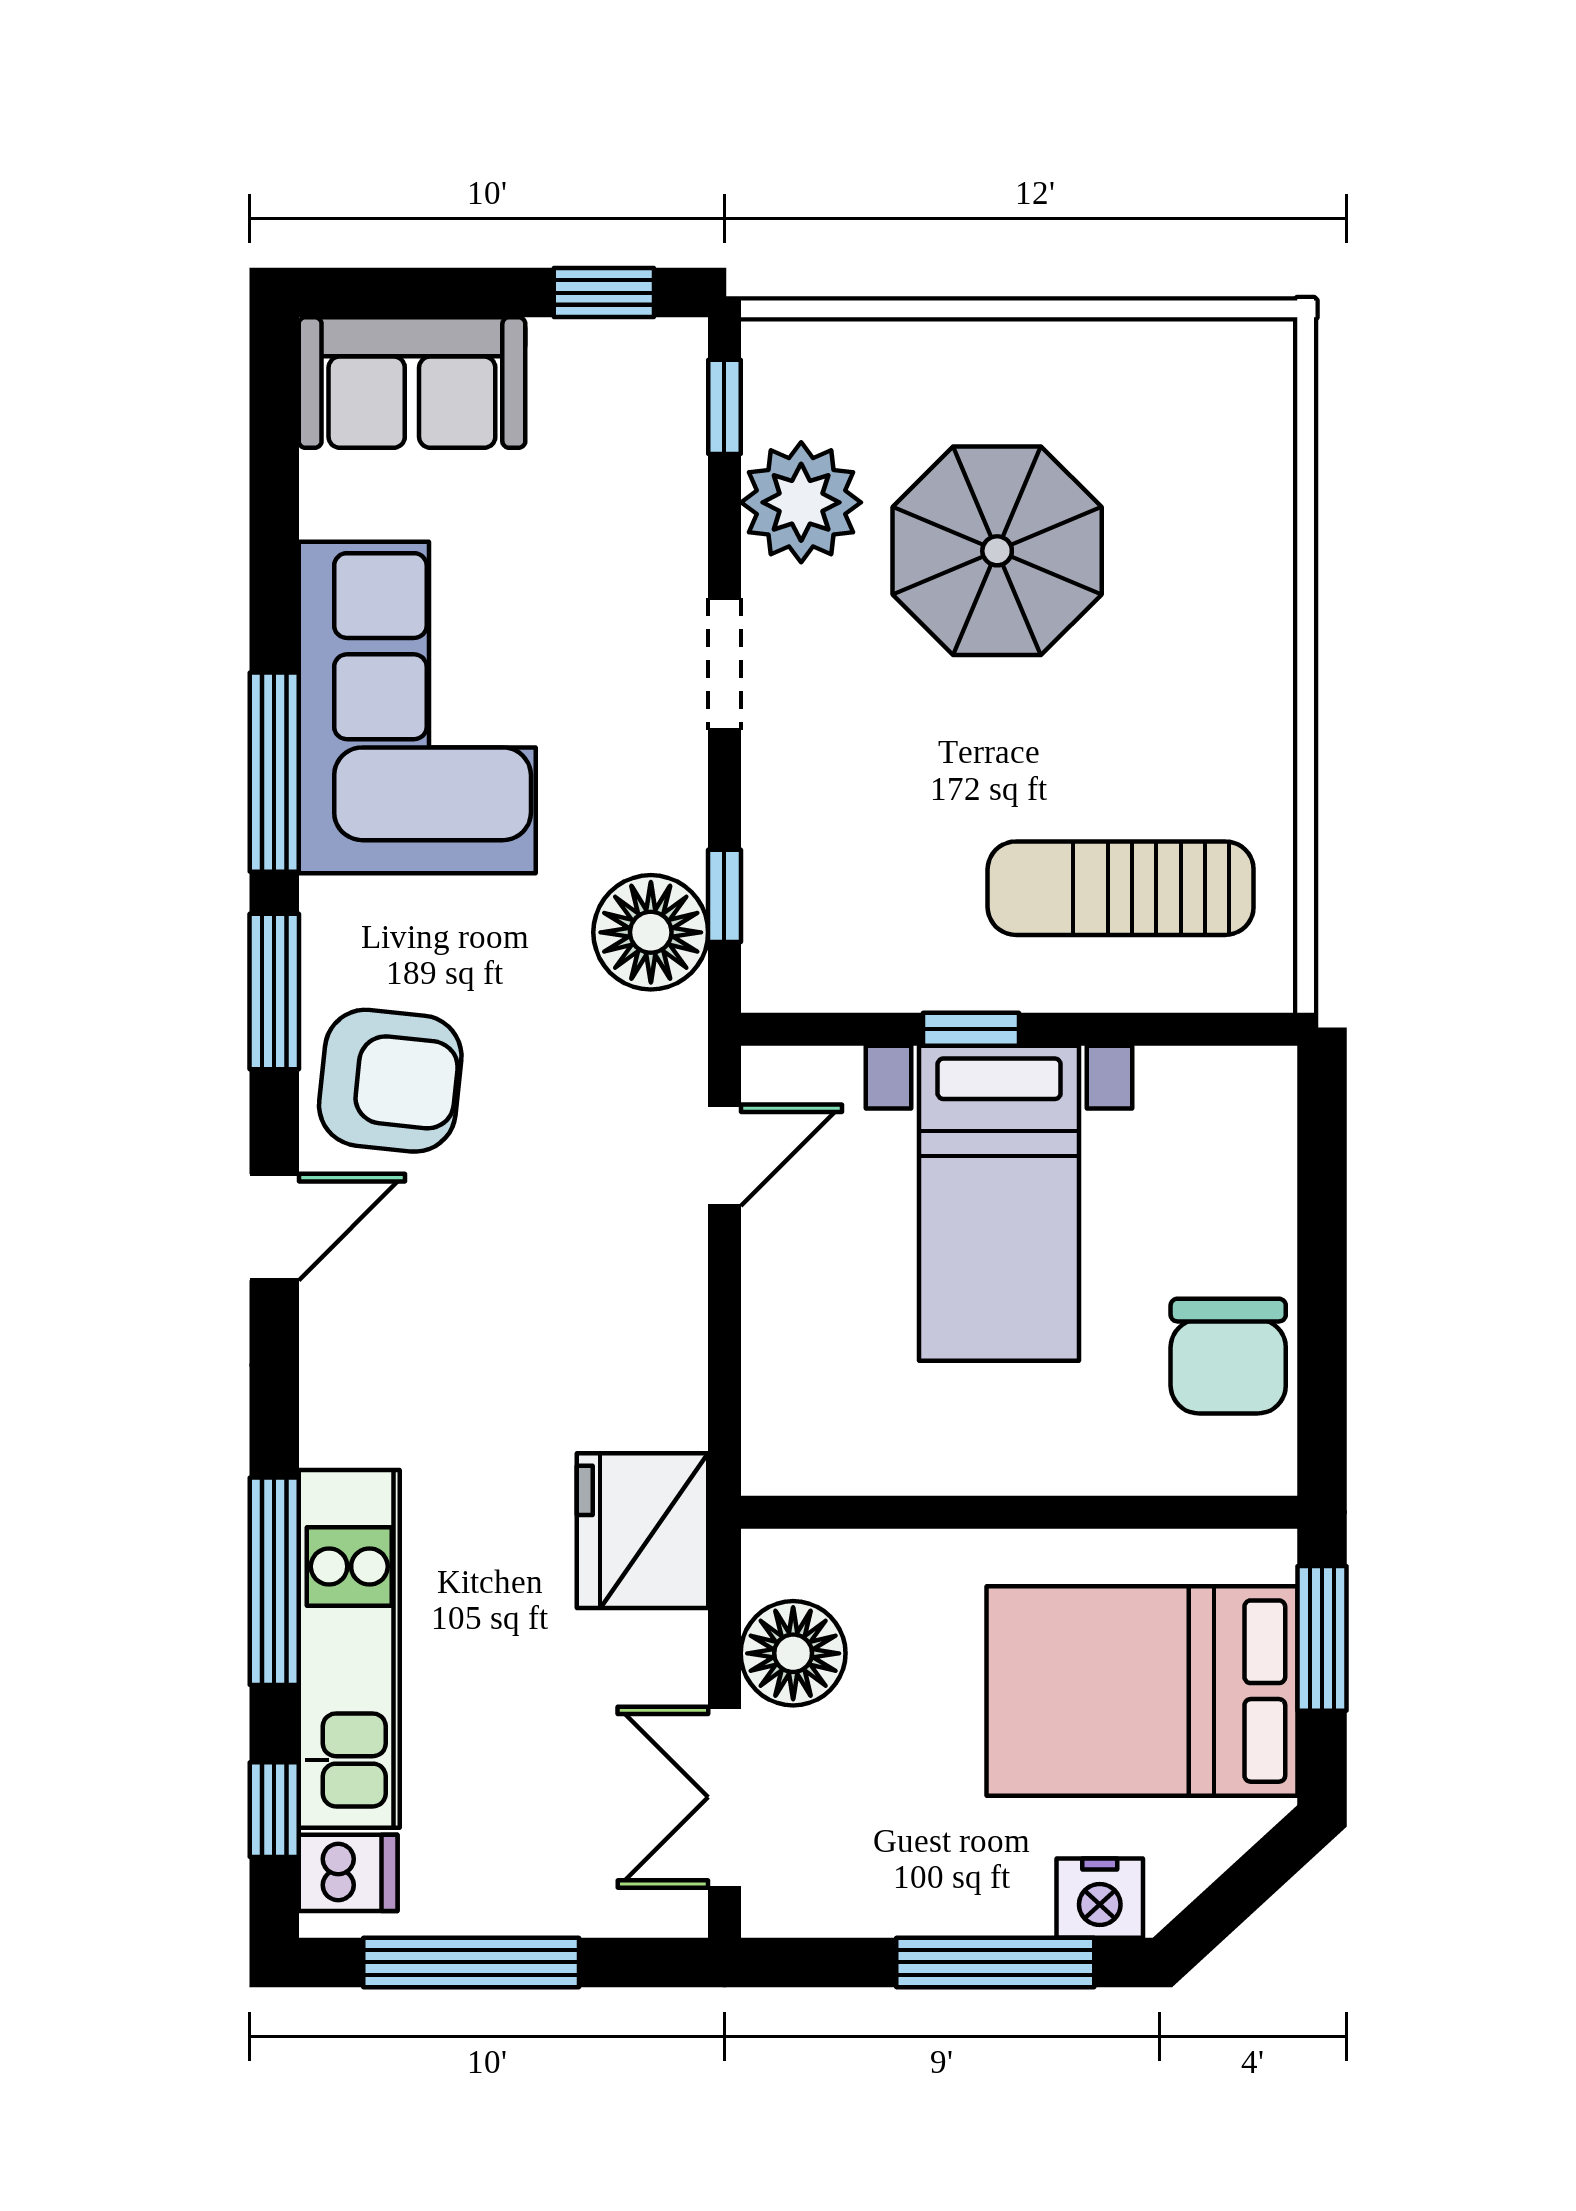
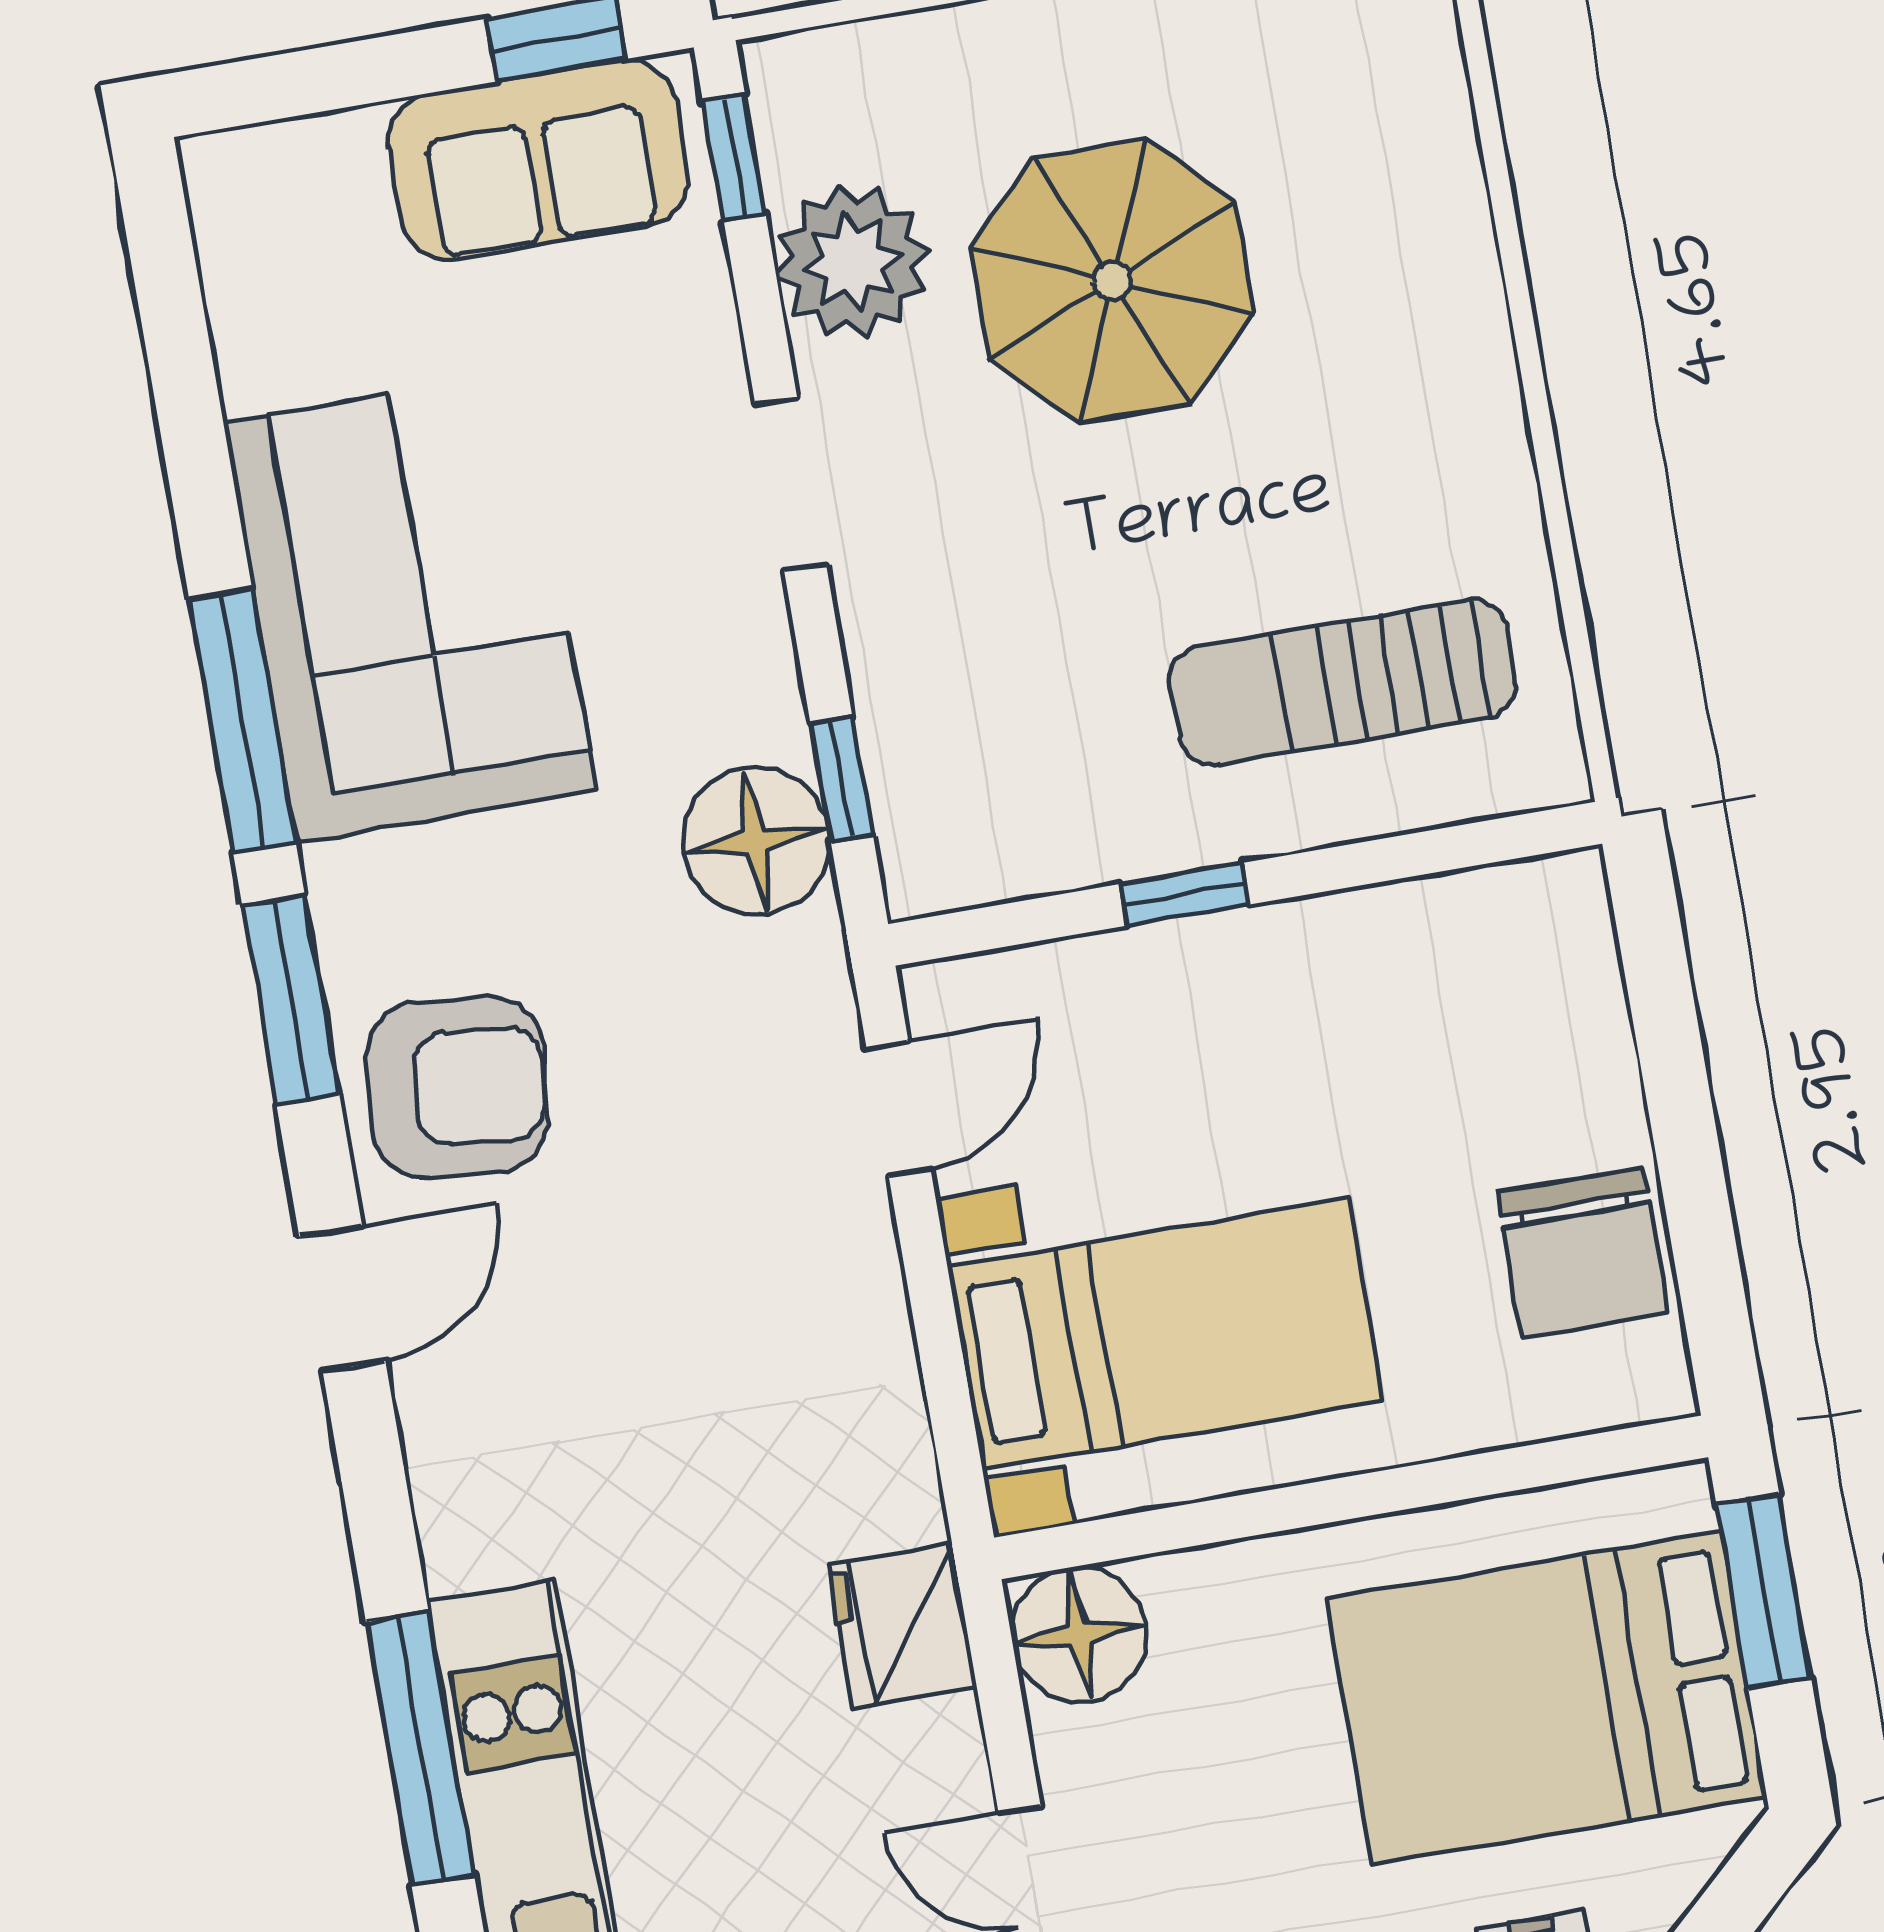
sofa: (412, 383) -> (538, 160), moved
bed with nightstands: (999, 1203) -> (1165, 1334), moved, turned -90
fridge: (642, 1531) -> (902, 1626), width x0.73, depth x0.75
floor lamp: (793, 1653) -> (1079, 1634), moved

